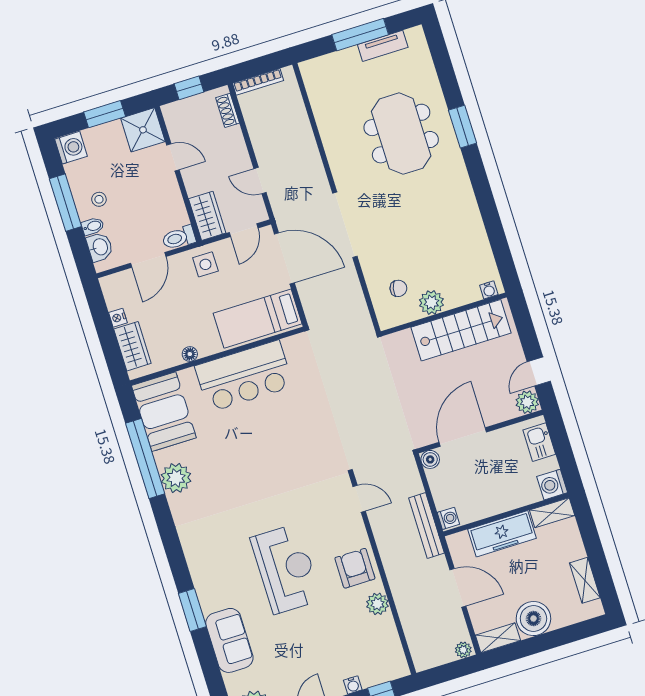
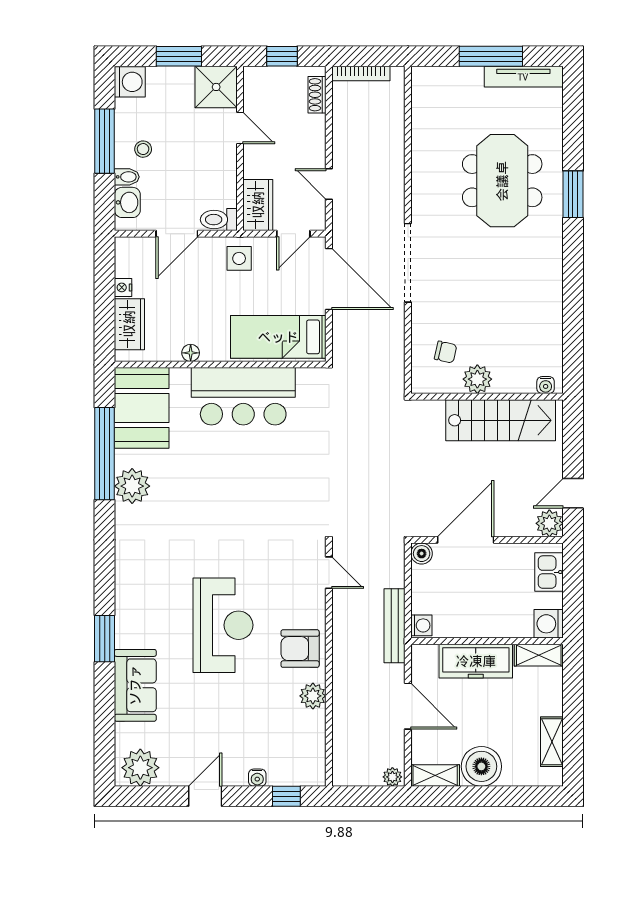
tv unit: (383, 46) -> (523, 77), width x1.41
armchair: (355, 568) -> (300, 649), turned -90

